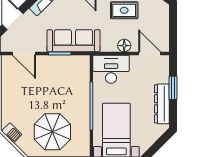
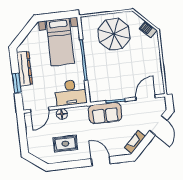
sofa: (73, 41) -> (105, 113), width x0.73
door: (24, 53) -> (146, 98), hinge flipped
door: (150, 53) -> (40, 110), hinge flipped

